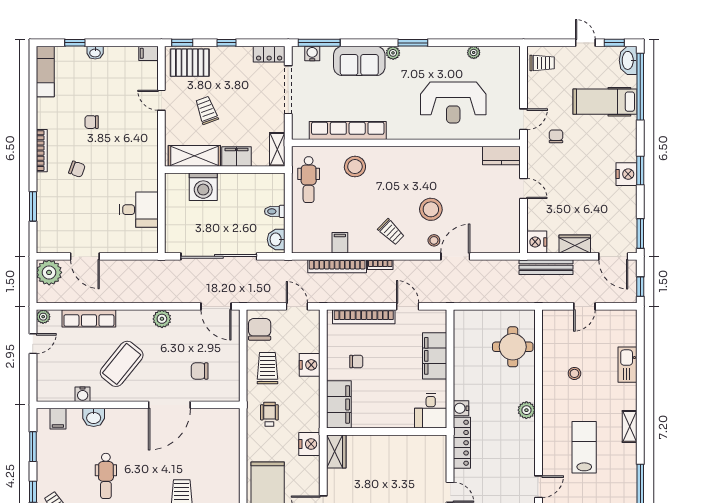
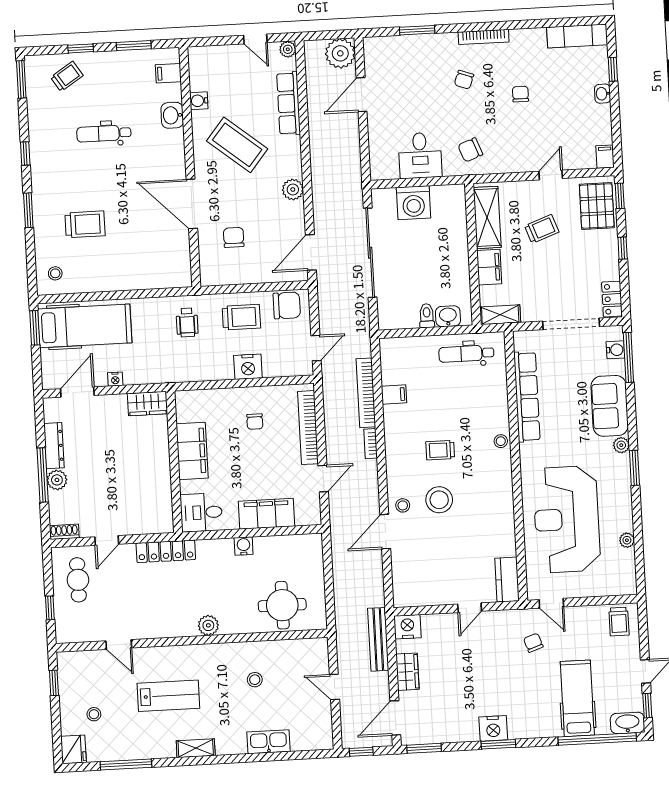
reception desk: (453, 102) -> (567, 519), width x1.36, depth x1.30
chair: (556, 136) -> (533, 643), turned -109
chair: (137, 167) -> (470, 150), added
stool: (355, 167) -> (501, 441), moved, width x0.53, depth x0.53
washing machine: (203, 187) -> (414, 203), moved, turned -90
trolley: (391, 232) -> (440, 450), moved, turned 46
washbasin: (276, 239) -> (448, 316), moved
door: (455, 256) -> (385, 532), swing flipped
filing cabinet: (339, 404) -> (192, 451), moved, turned -90
water cooler: (461, 408) -> (244, 546), moved
wheelchair: (269, 414) -> (187, 322), turned 90
nightstand: (309, 444) -> (115, 379), moved, width x0.53, depth x0.56

